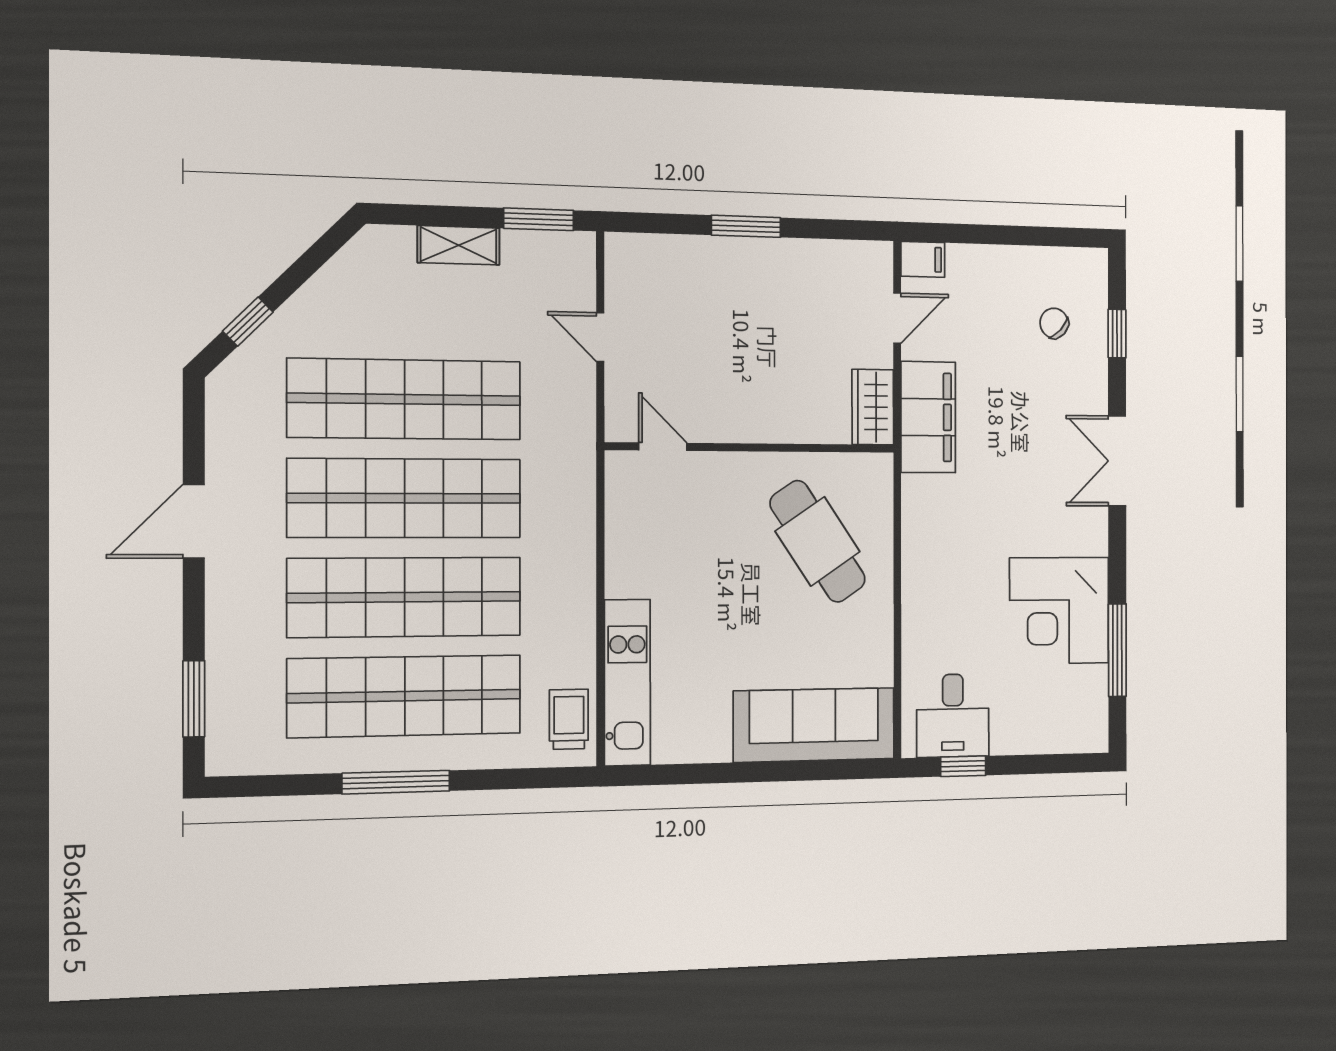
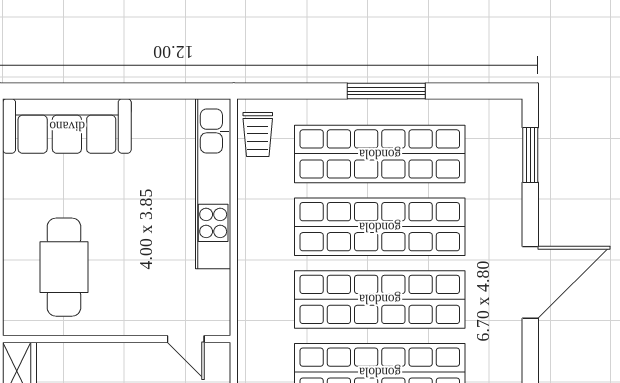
door: (194, 521) -> (530, 282), width x1.36
cafe table: (818, 541) -> (64, 267), turned 34
kitchen unit: (627, 683) -> (213, 184), width x1.36

